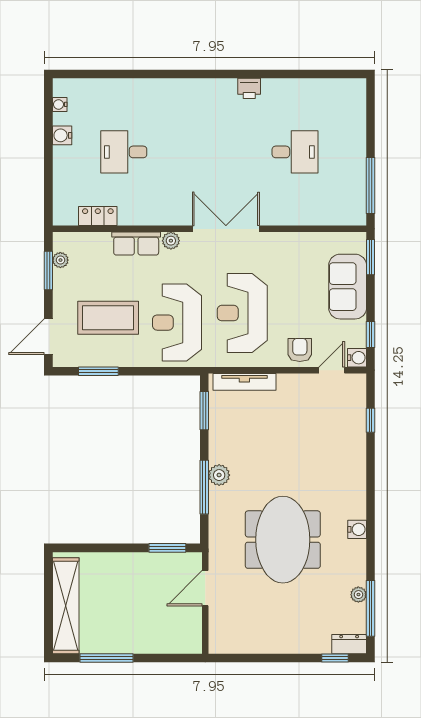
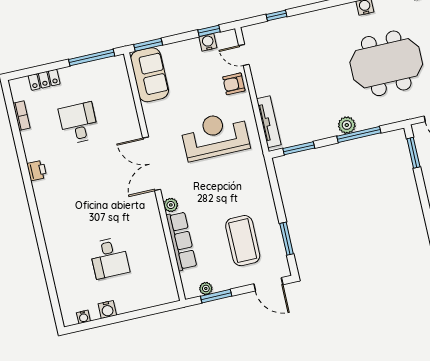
bookcase: (320, 85) -> (22, 116), added
locker: (98, 216) -> (44, 80), moved, turned -90
row of seats: (136, 244) -> (181, 241), width x1.48
sofa: (348, 287) -> (150, 75), moved, turned -90
reception desk: (242, 313) -> (215, 136), turned 180
reception desk: (177, 323) -> (234, 185), removed
water cooler: (357, 358) -> (208, 42), moved

